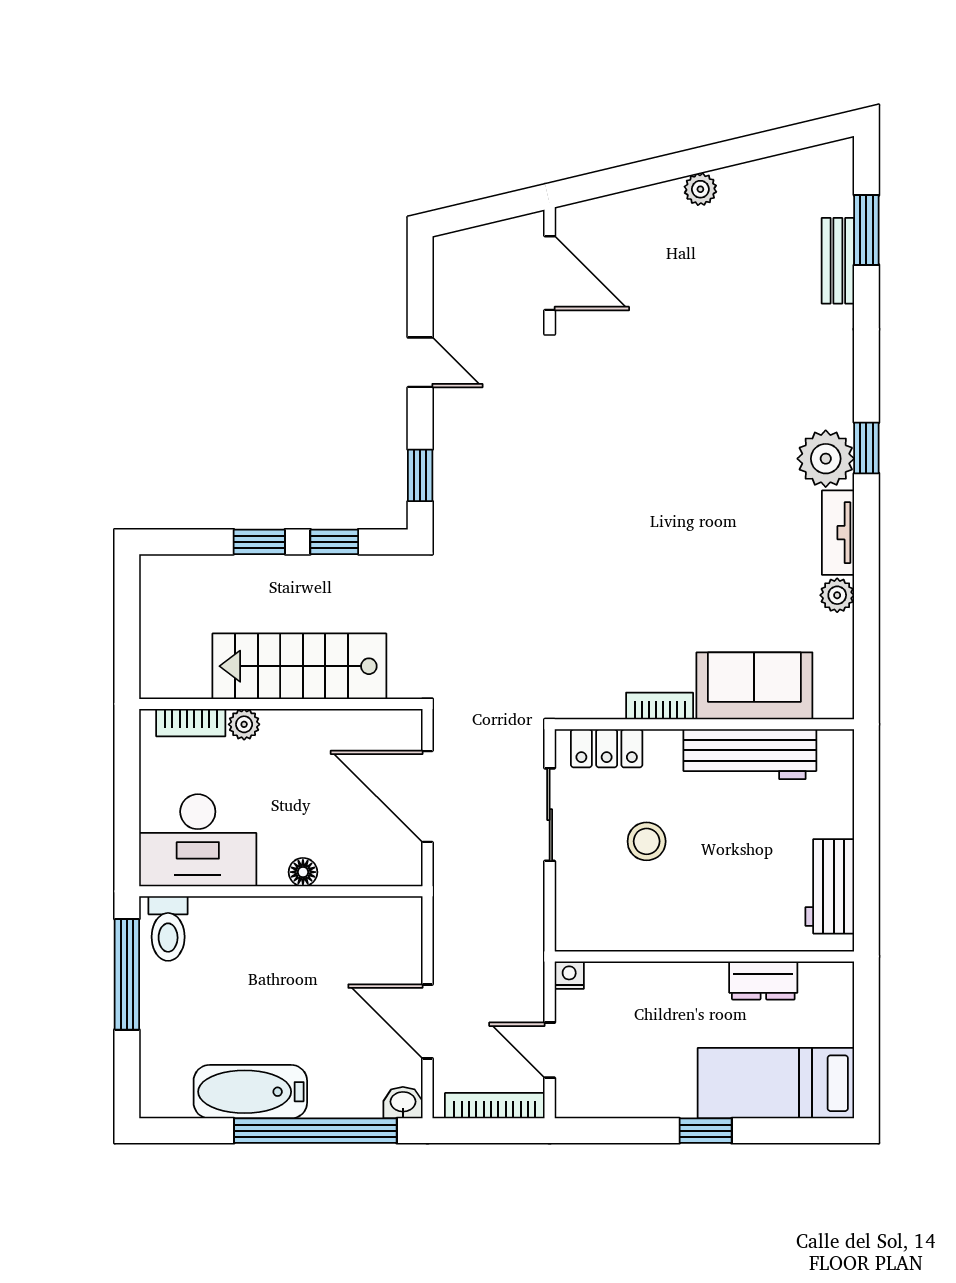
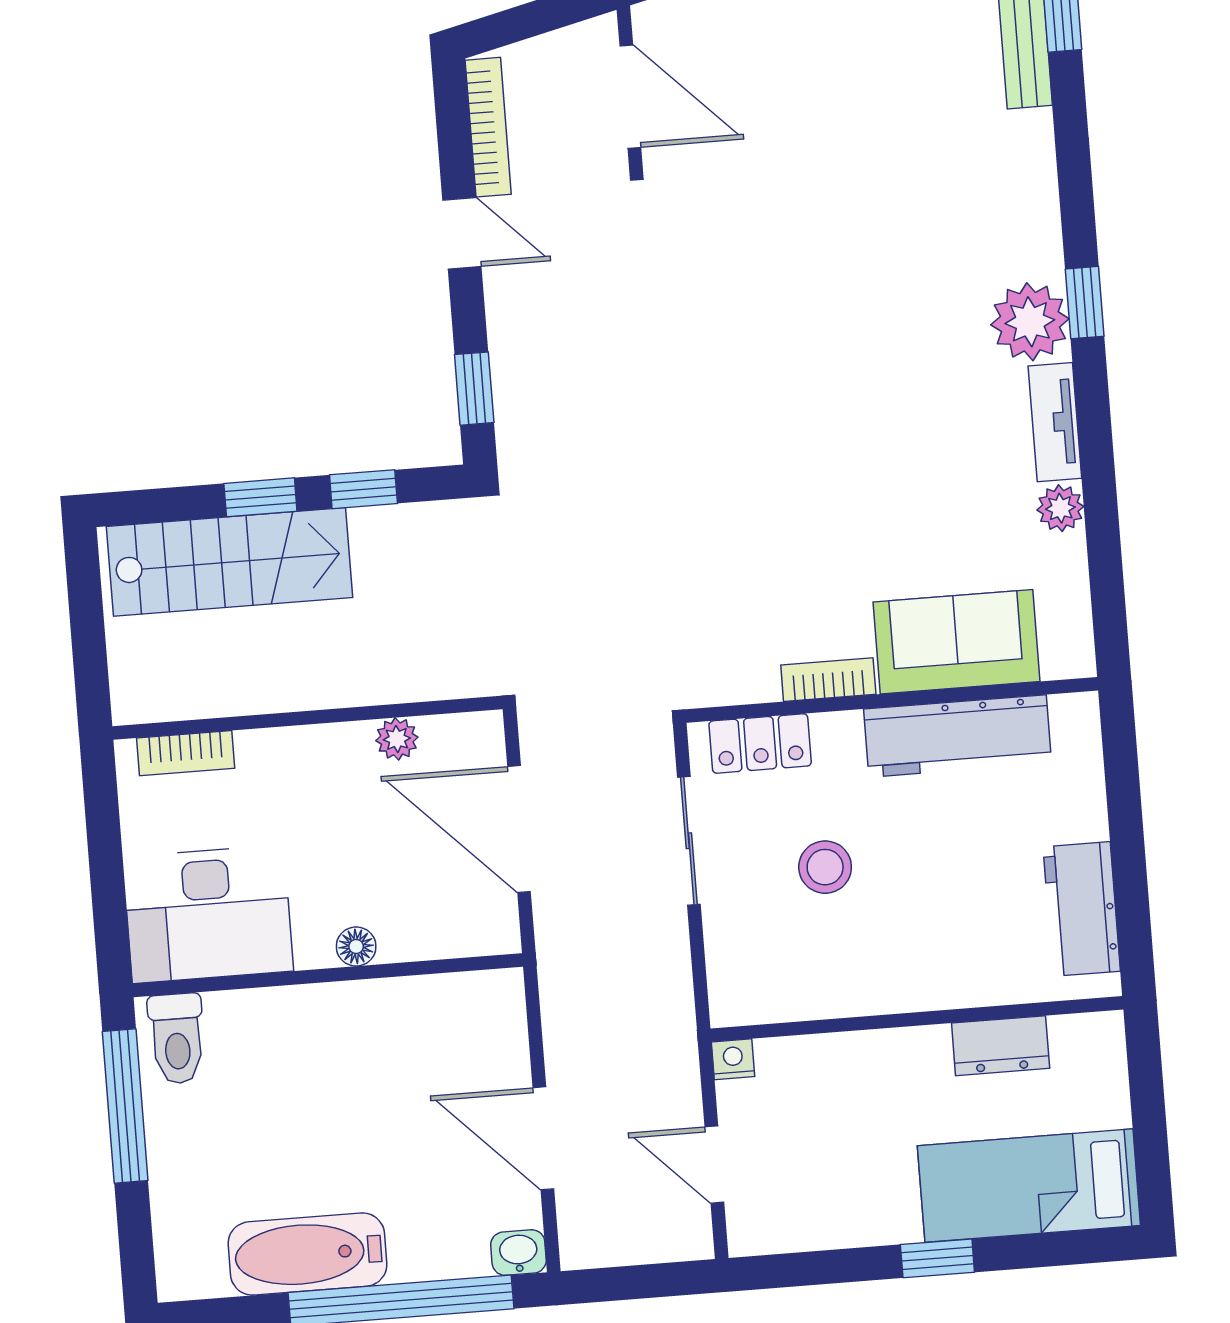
stairs: (299, 666) -> (229, 562), moved, turned 180
plant: (244, 724) -> (397, 739), moved
bookcase: (495, 1106) -> (488, 127), moved, turned 90

